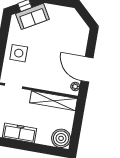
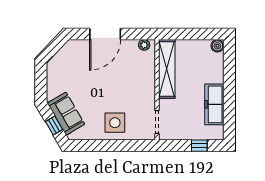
door: (87, 69) -> (105, 34), moved
boiler: (61, 138) -> (217, 46), width x0.54, depth x0.54

